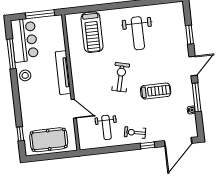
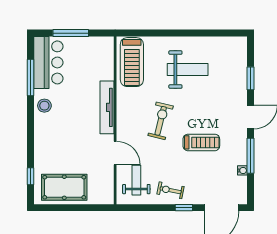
weight bench: (138, 33) -> (188, 70), turned -90
tv unit: (63, 73) -> (107, 107), moved
wall: (71, 82) -> (115, 120), moved
door: (74, 109) -> (115, 153), moved
weight bench: (106, 127) -> (136, 180), turned 180

